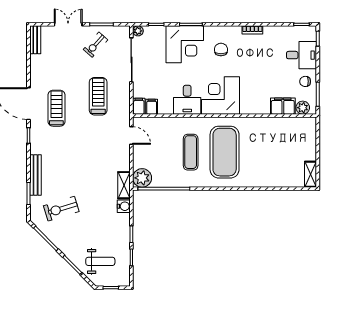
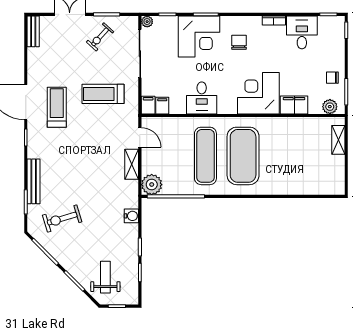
desk: (301, 55) -> (302, 32), moved, turned -90
corner desk: (221, 95) -> (258, 93), moved
treadmill: (98, 96) -> (103, 94), turned -90
filing cabinet: (283, 106) -> (294, 105), moved
exercise mat: (191, 152) -> (205, 156), width x1.36, depth x1.45
shelving: (311, 174) -> (338, 140), moved
shelving: (124, 185) -> (132, 164), moved
weight bench: (100, 261) -> (105, 277), turned -90

